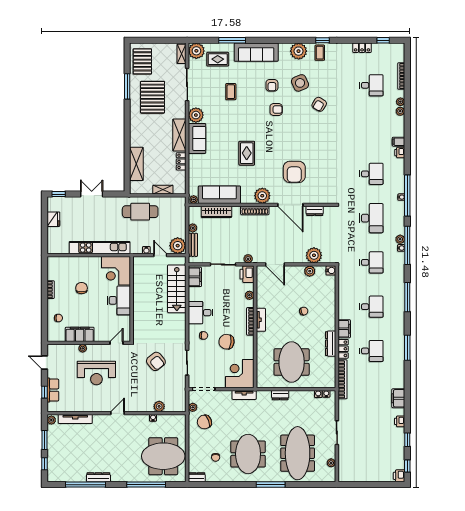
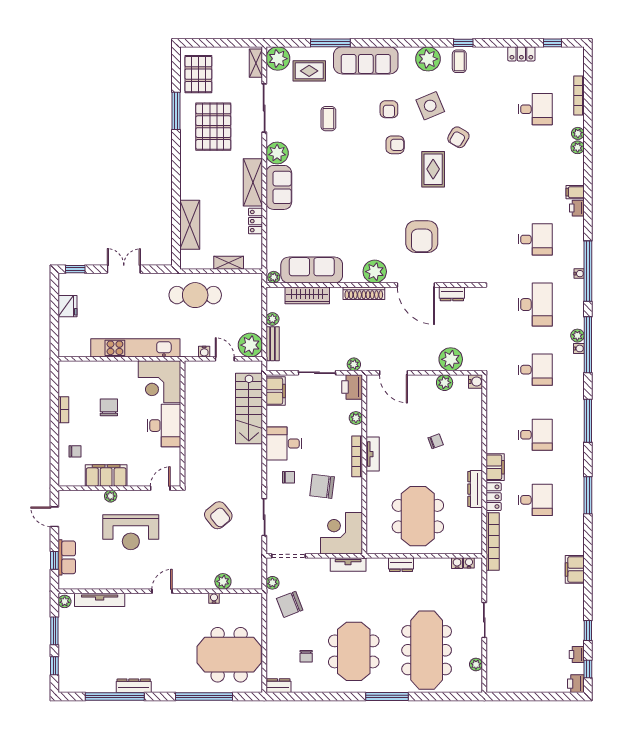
rug: (247, 153) -> (433, 169), moved
printer: (400, 421) -> (577, 655), moved

